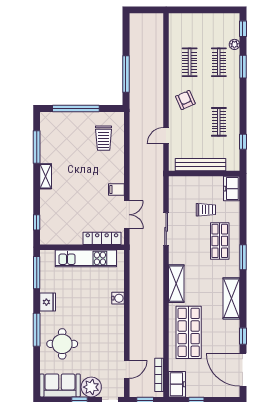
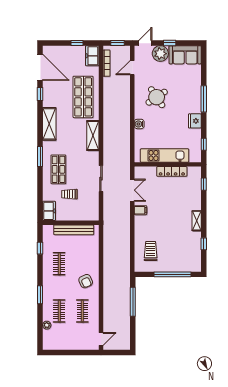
window: (243, 29) -> (40, 338), removed
window: (243, 67) -> (40, 295), moved
door: (166, 136) -> (101, 339), moved
window: (37, 147) -> (204, 244), width x0.46
double door: (127, 215) -> (132, 190), swing flipped
locker: (102, 238) -> (172, 171), moved
window: (37, 273) -> (204, 144), width x0.46
round table: (62, 344) -> (157, 97), moved, turned -34

